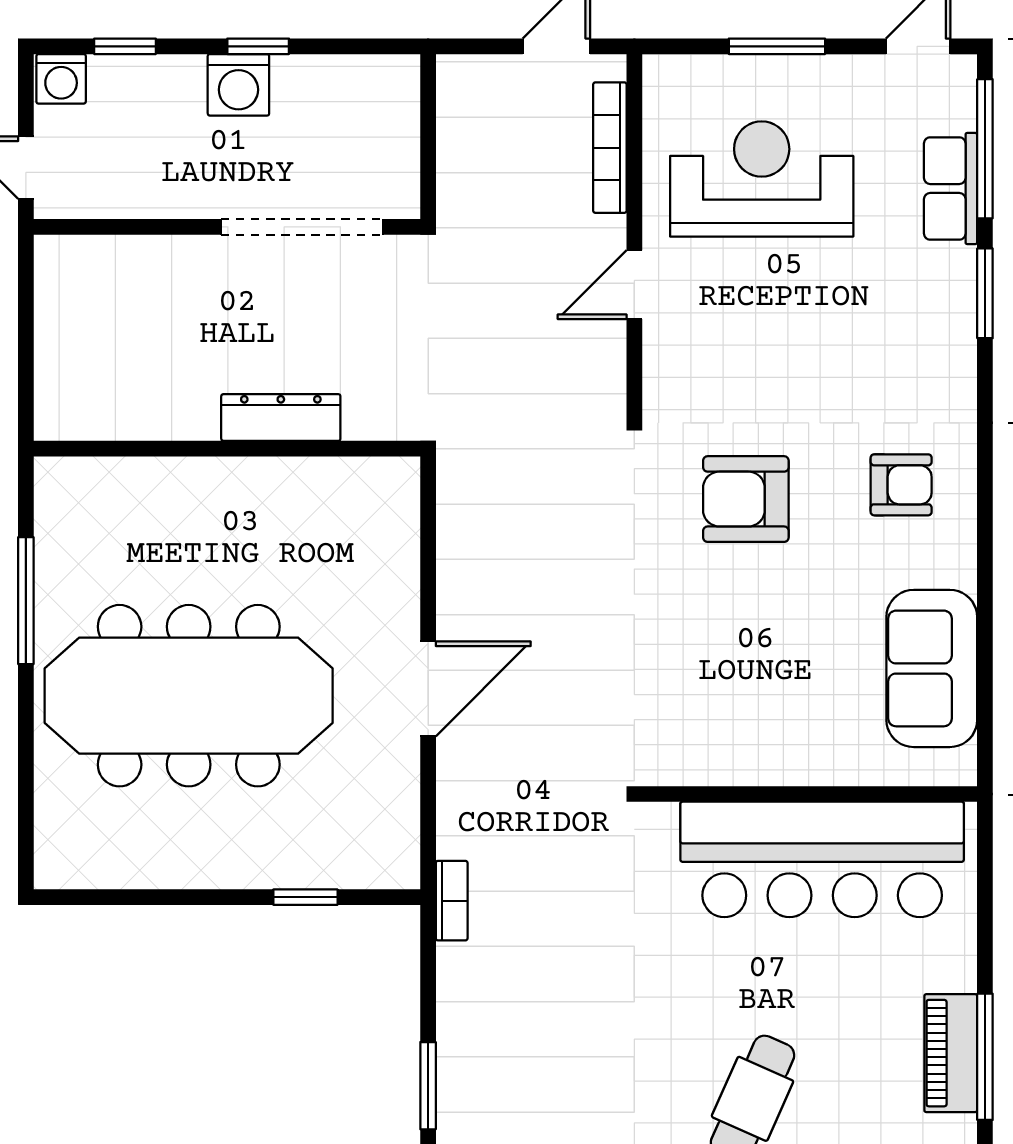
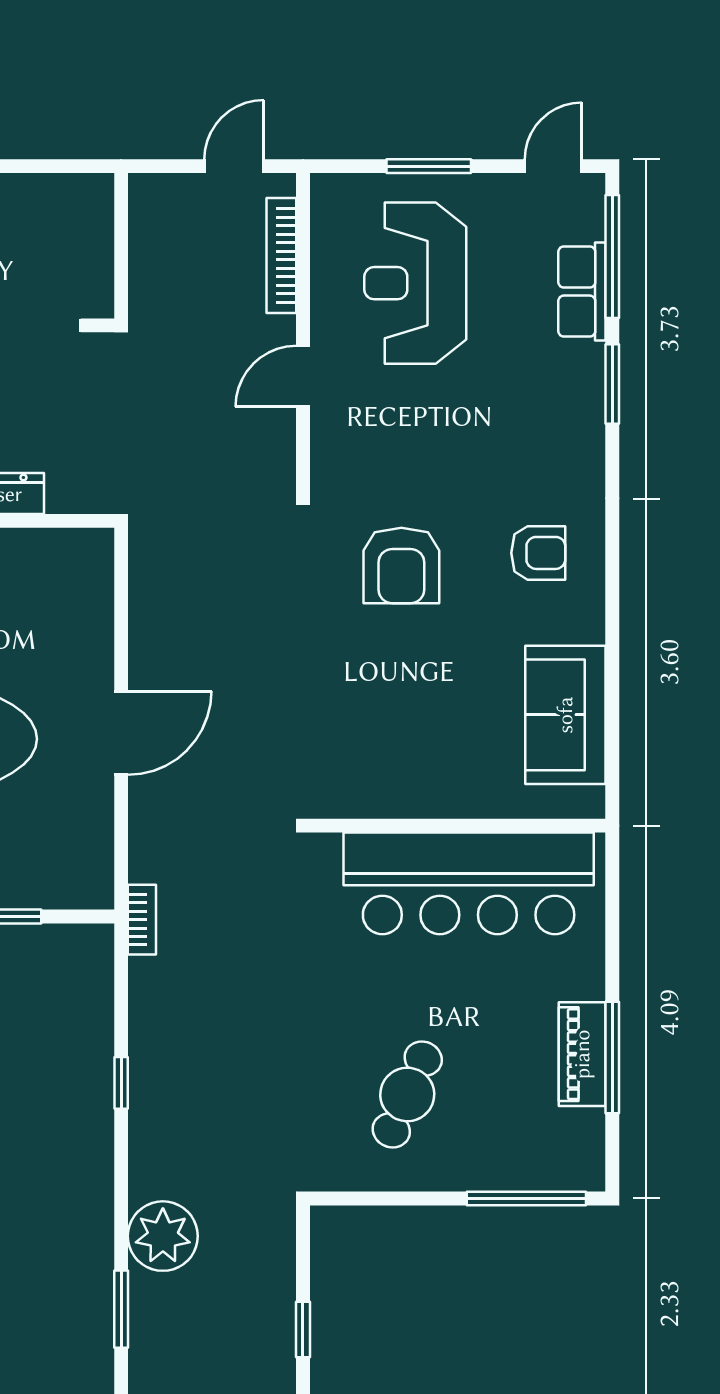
reception desk: (762, 179) -> (415, 283), turned -90
armchair: (746, 499) -> (401, 565), turned -90
window: (428, 1086) -> (121, 1083), width x0.67

